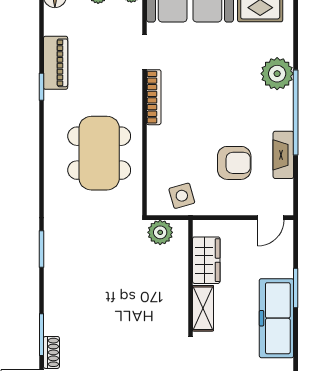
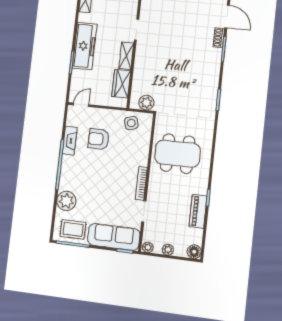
plant: (277, 74) -> (66, 201), moved
dining table: (99, 153) -> (177, 154), turned 90

